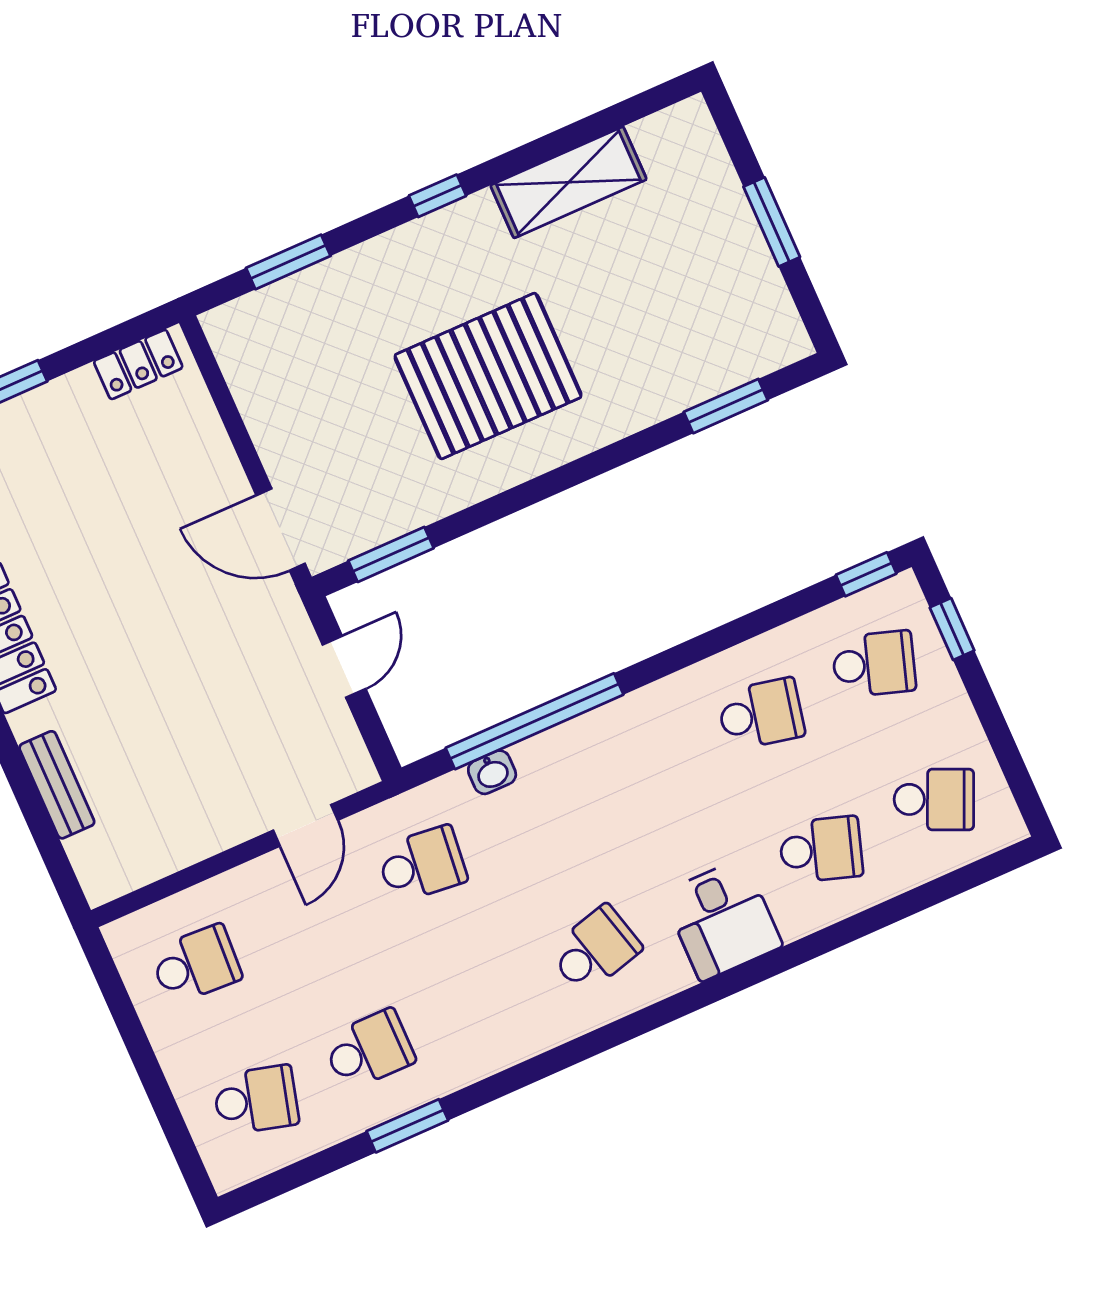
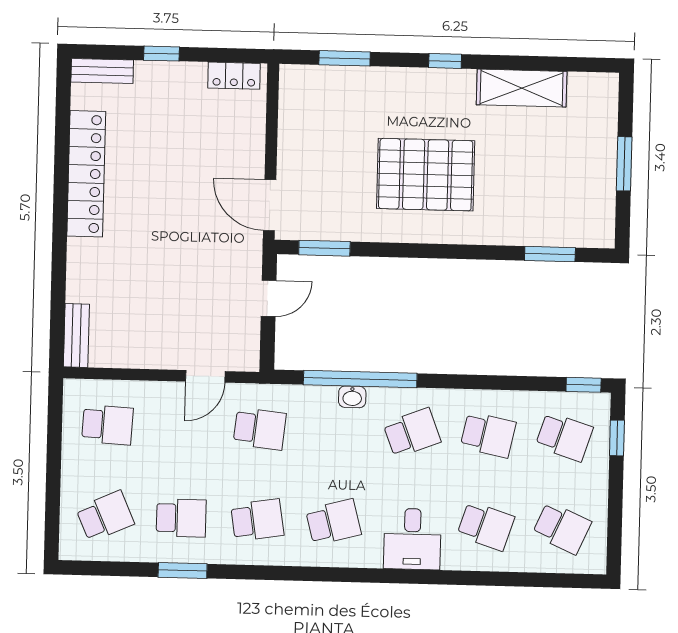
school desk: (648, 764) -> (412, 433), added
washbasin: (492, 772) -> (352, 397), moved
bench: (57, 785) -> (76, 335), moved
school desk: (482, 1000) -> (257, 520), added
school desk: (256, 1100) -> (105, 516), turned -39

